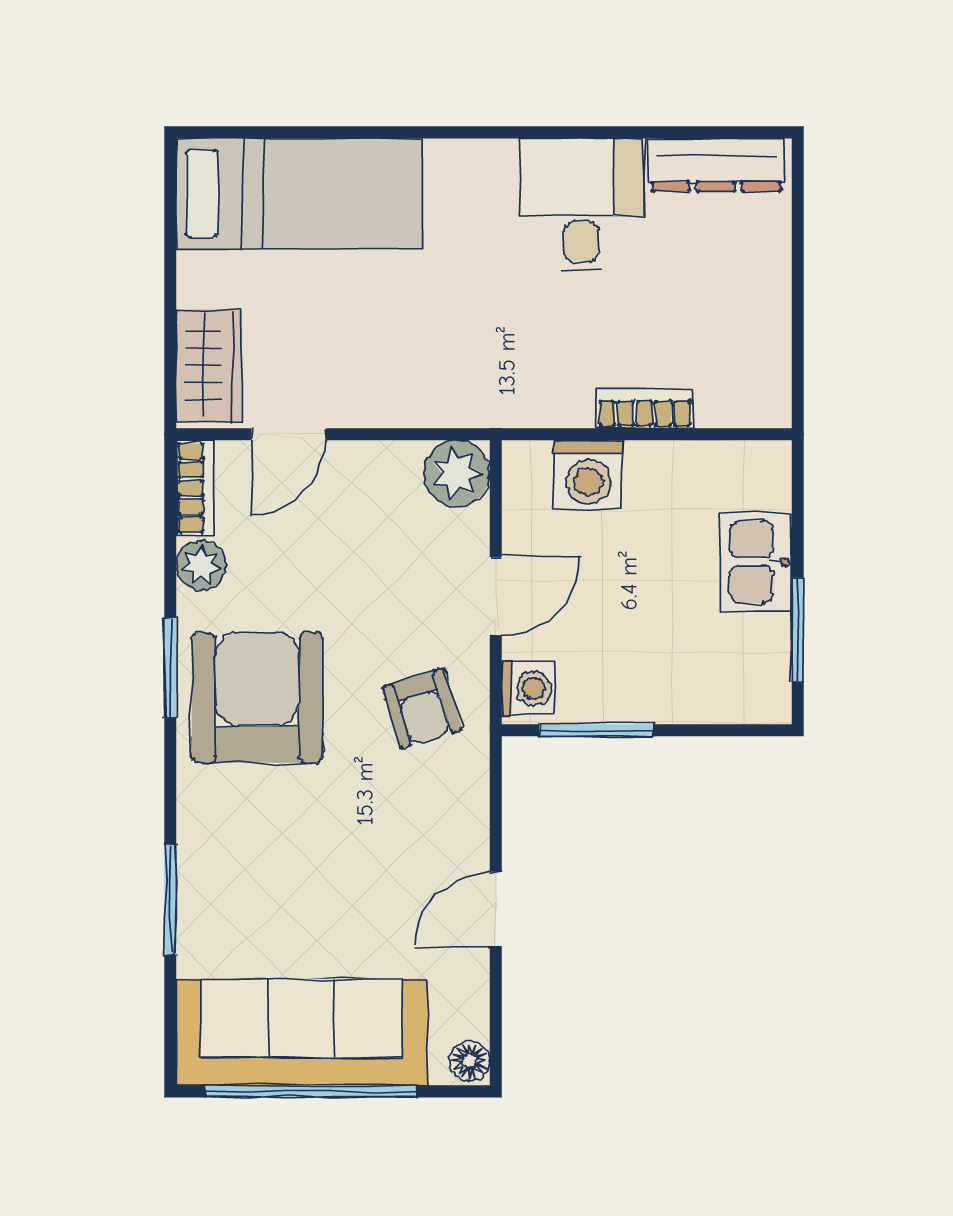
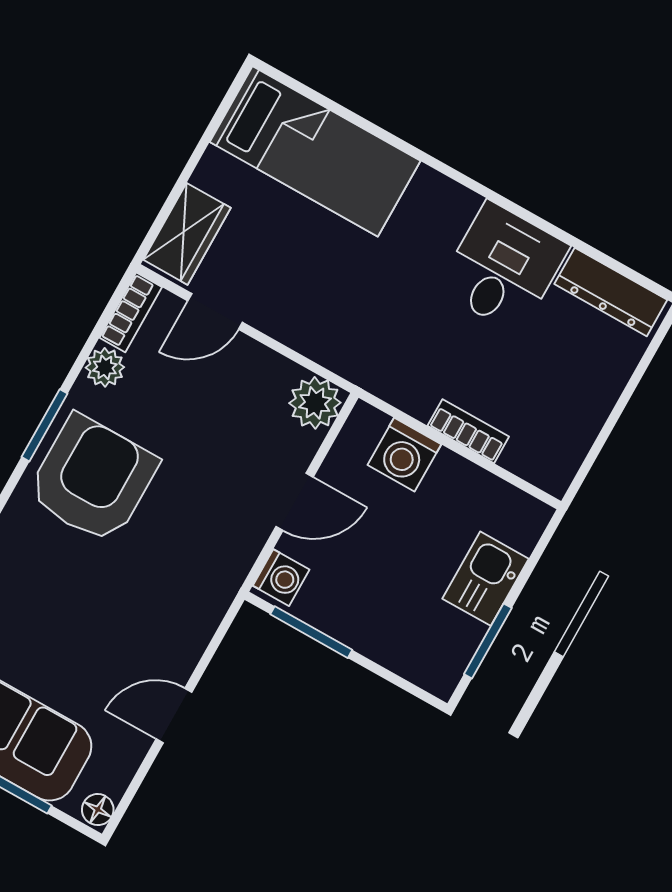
armchair: (422, 708) -> (201, 550), removed

